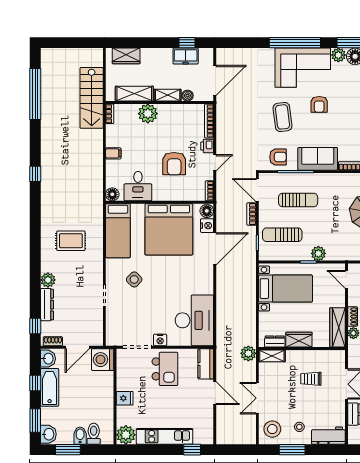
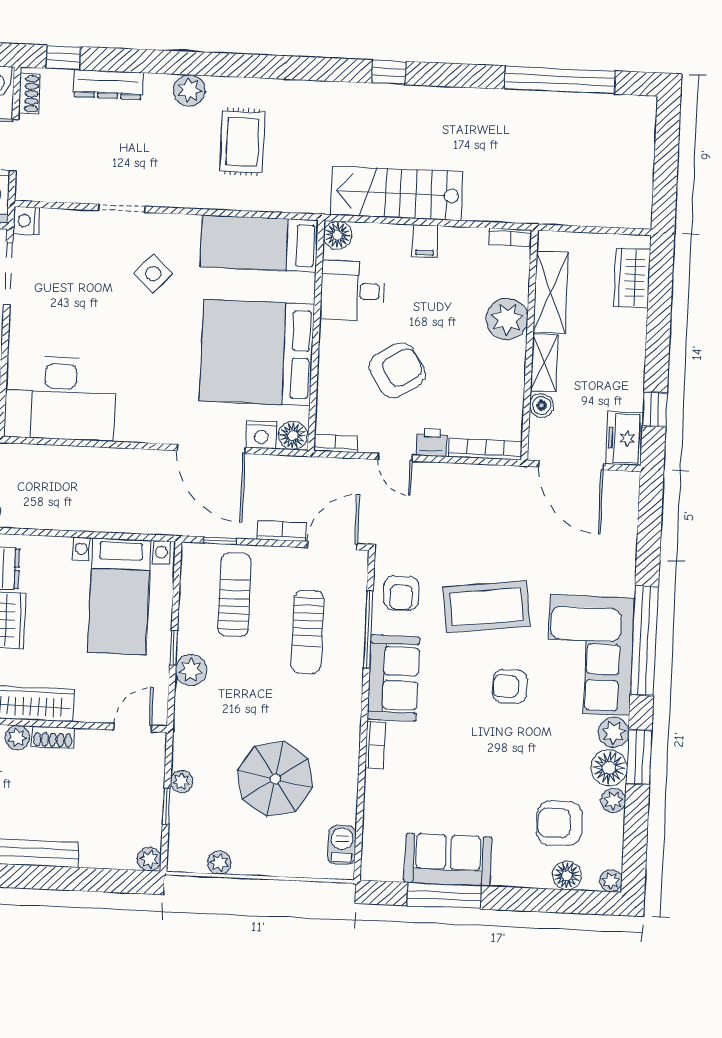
freezer: (186, 56) -> (625, 438), moved
stairs: (92, 98) -> (397, 193), moved
coffee table: (283, 117) -> (487, 607), width x1.36, depth x1.32
armchair: (174, 164) -> (397, 370), turned 149
plant: (48, 280) -> (189, 90), moved
nightstand: (160, 340) -> (26, 221), moved

